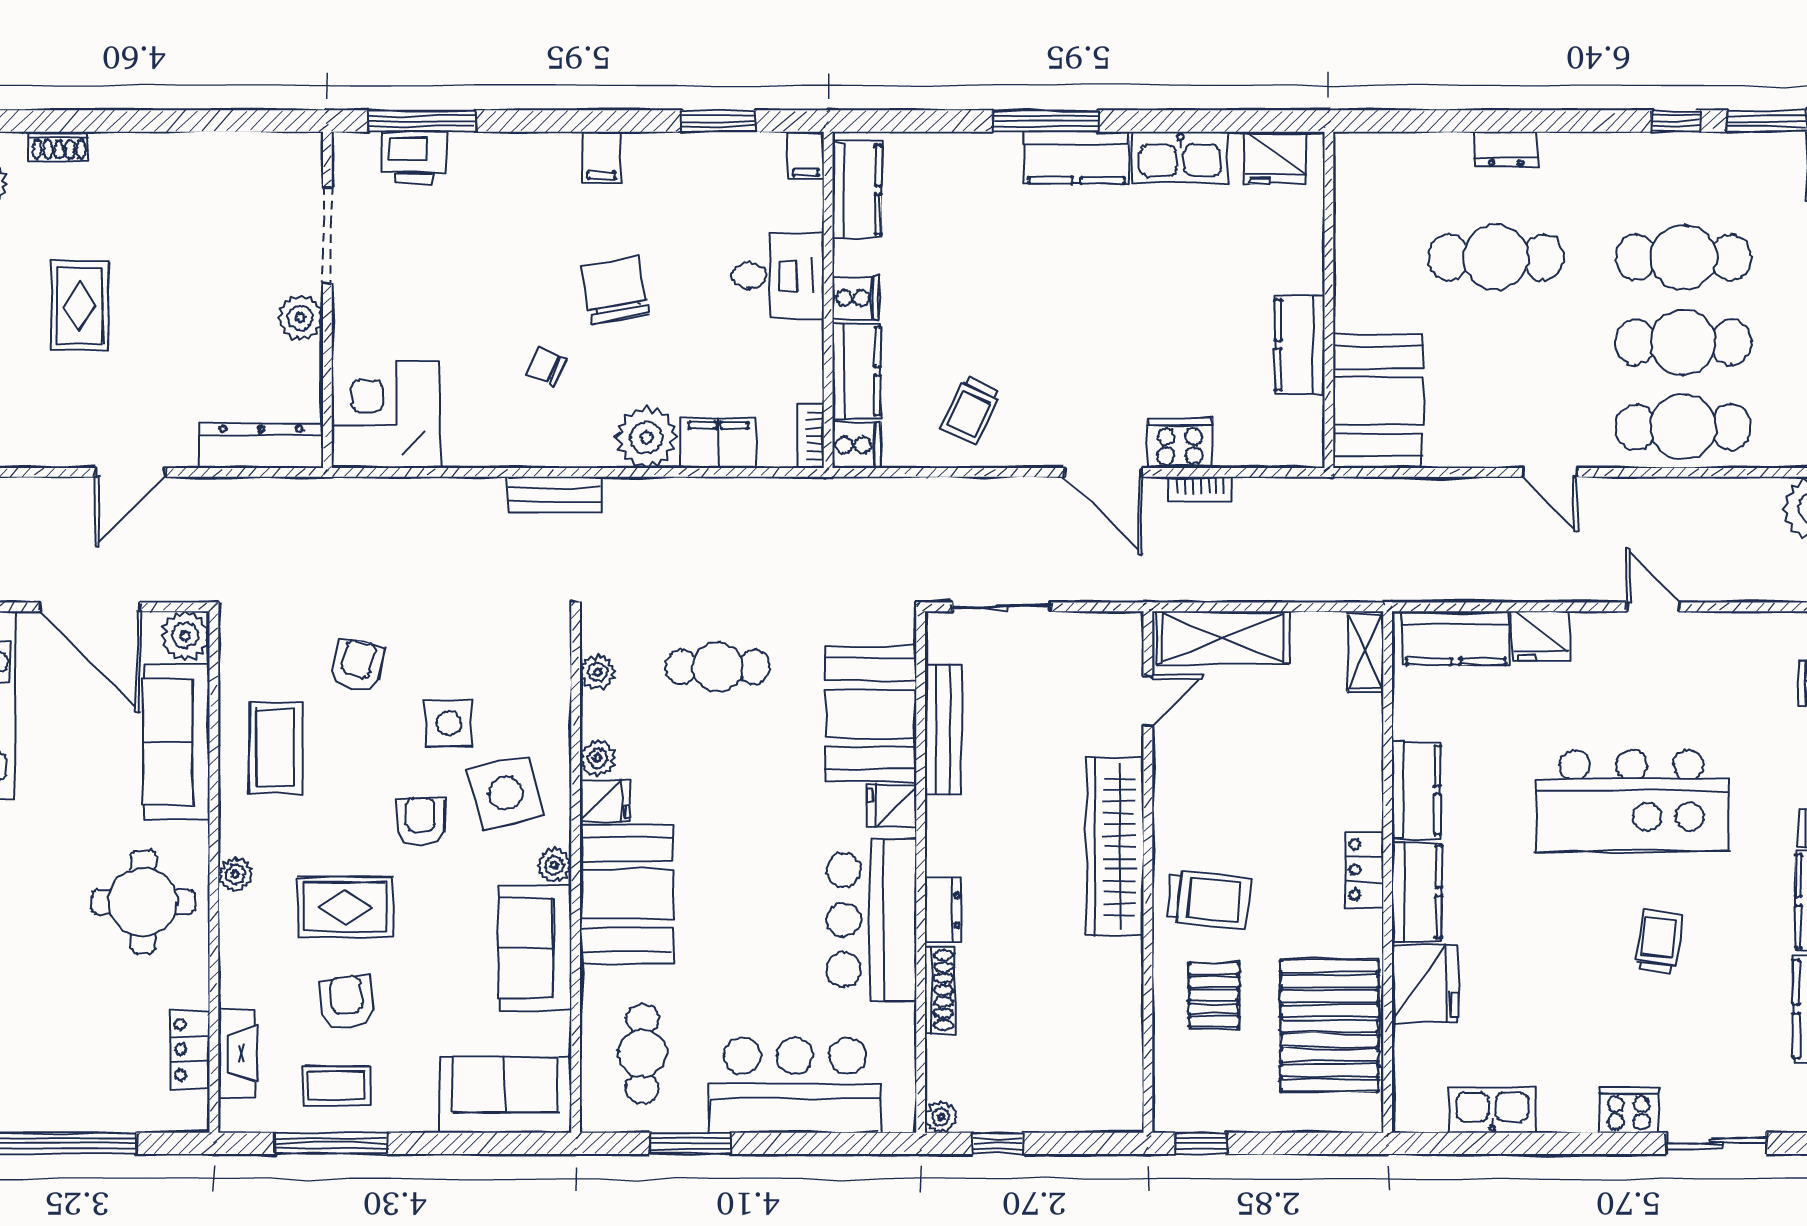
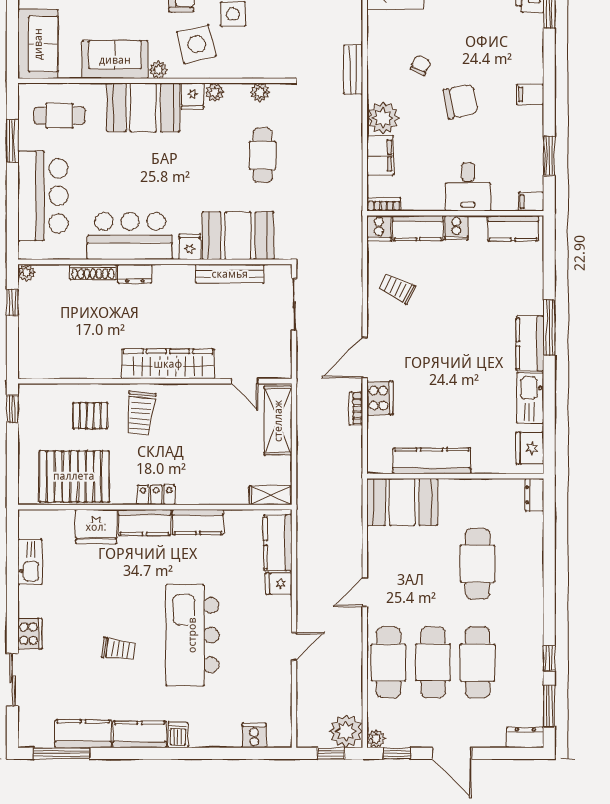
dresser: (1506, 149) -> (534, 495), moved
kitchen counter: (1300, 345) -> (432, 461), width x1.50
fridge: (1541, 636) -> (279, 584), width x0.72

